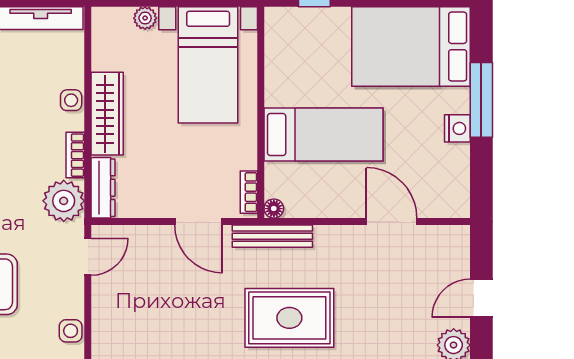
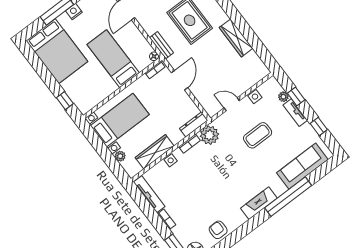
wardrobe: (107, 114) -> (155, 152), moved
bench: (272, 236) -> (161, 45), width x0.73
door: (88, 257) -> (232, 104), moved

